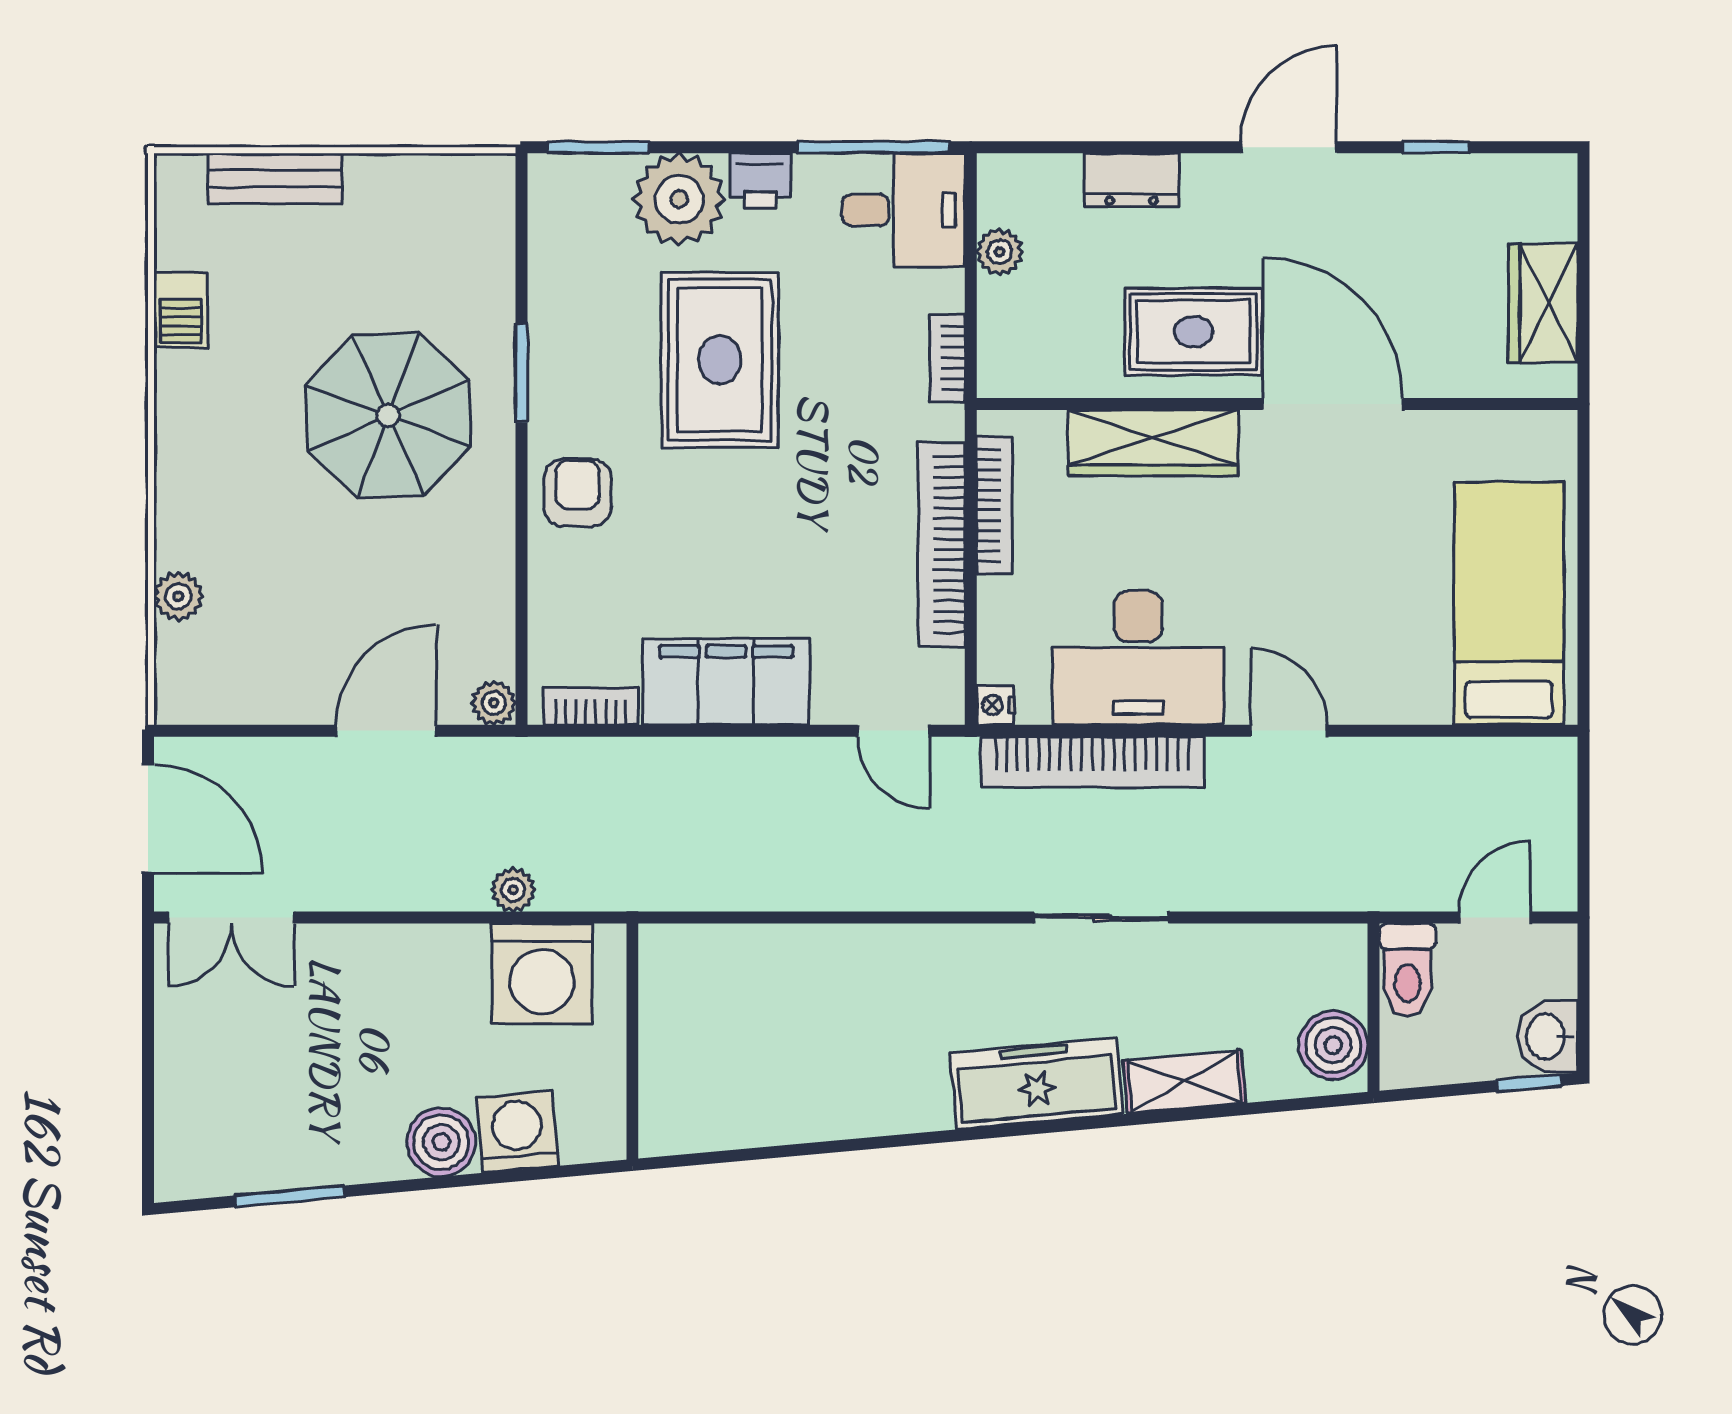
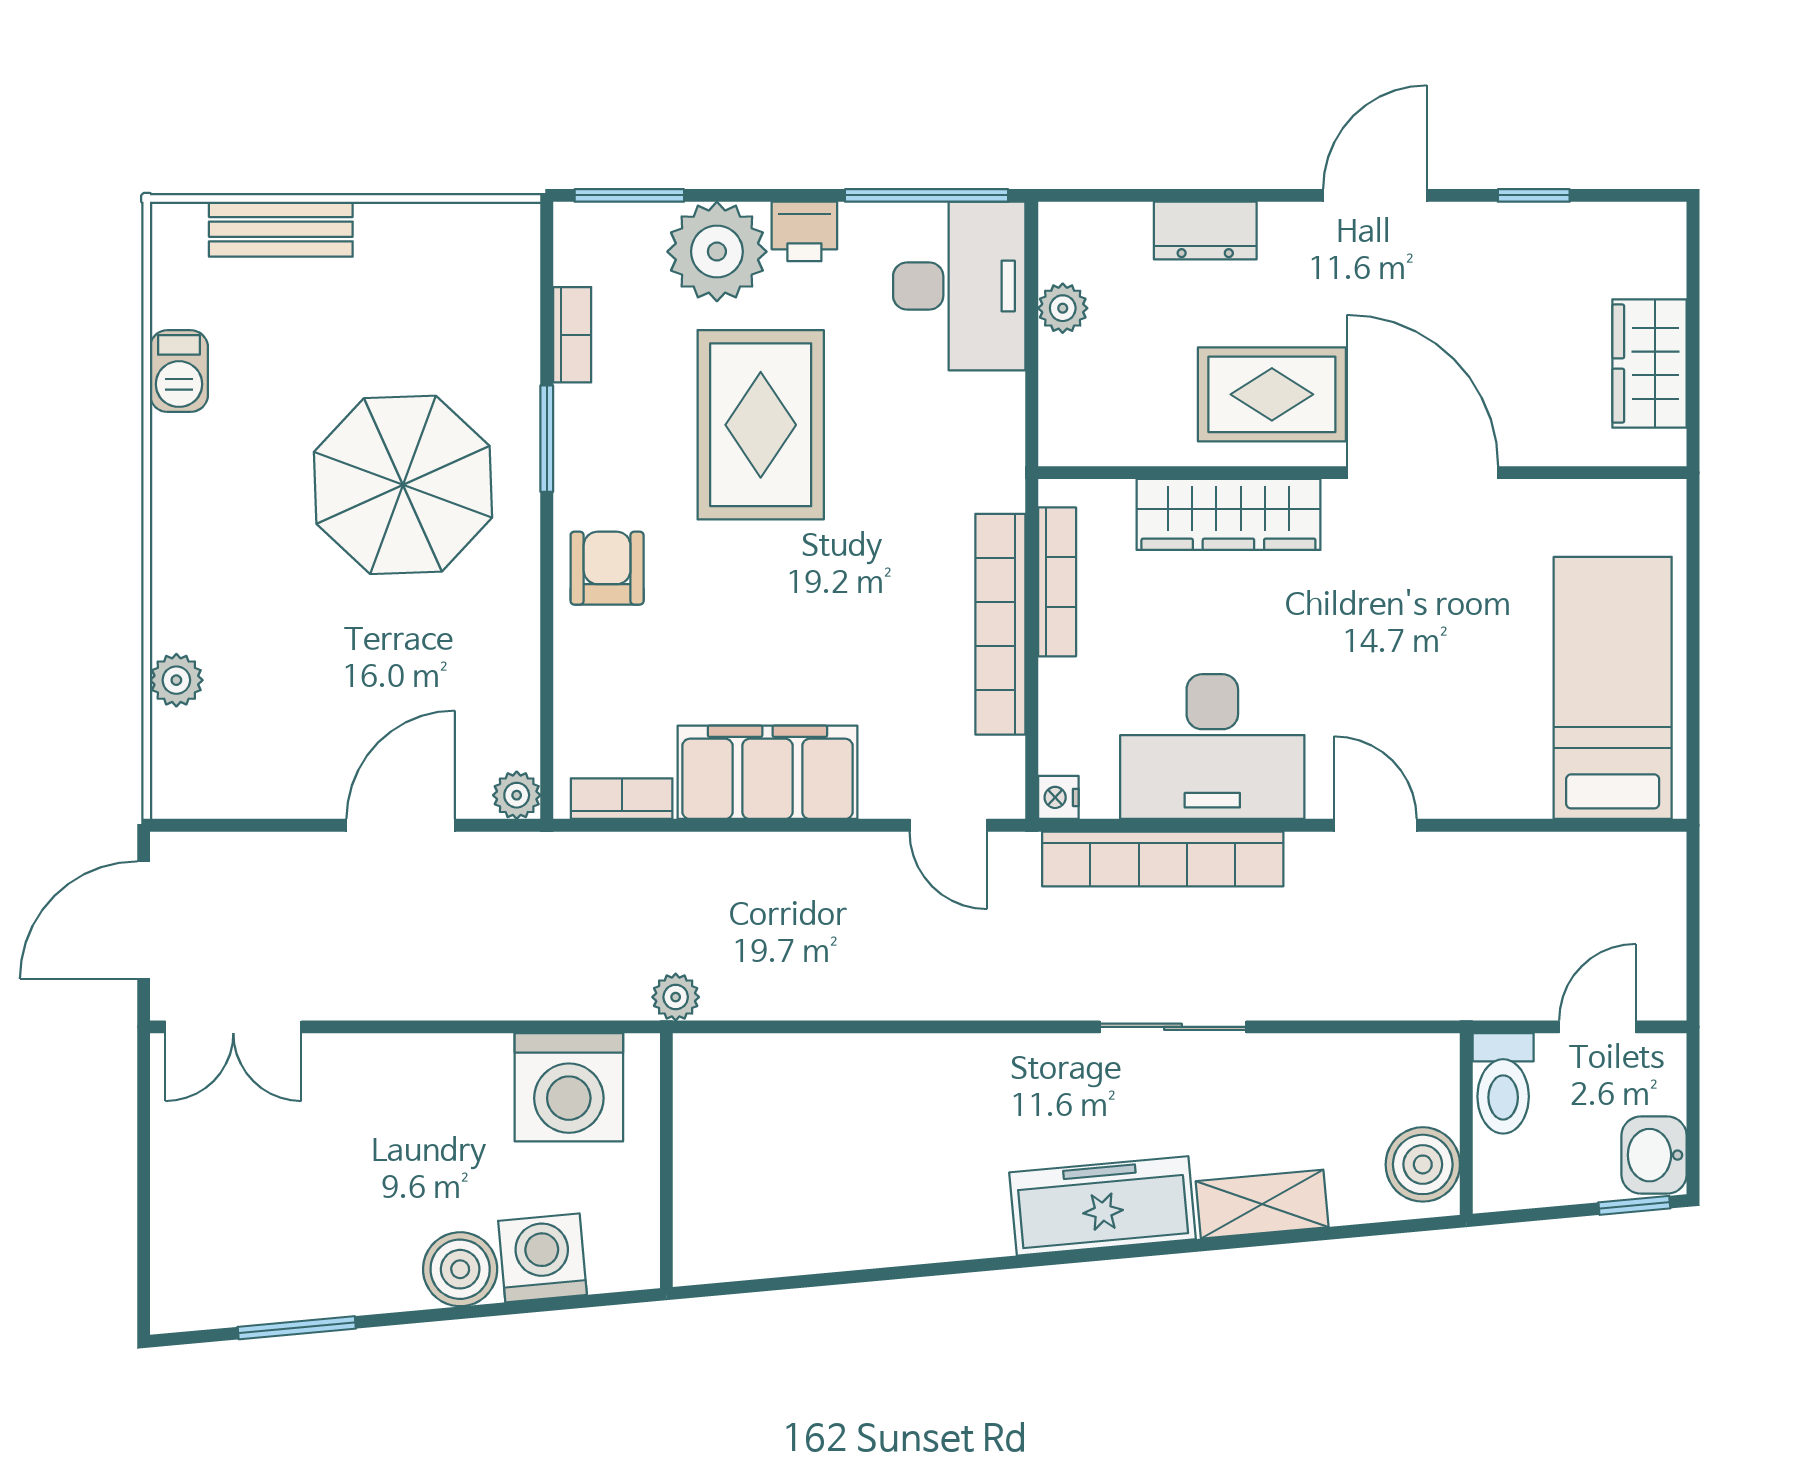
desk: (904, 210) -> (959, 286), width x1.37
bookcase: (947, 358) -> (572, 335), moved, turned 180
door: (148, 819) -> (144, 920), swing flipped
plant: (513, 890) -> (676, 997), moved

